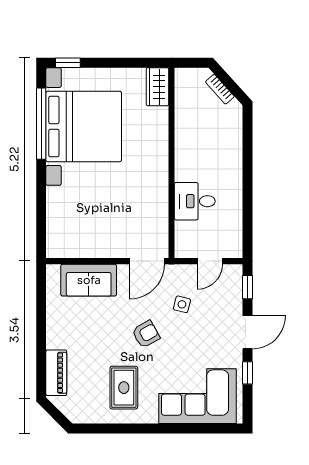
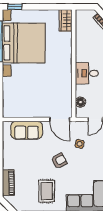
desk: (195, 201) -> (87, 73), moved
floor lamp: (184, 231) -> (80, 102), added
door: (147, 261) -> (60, 119), hinge flipped

